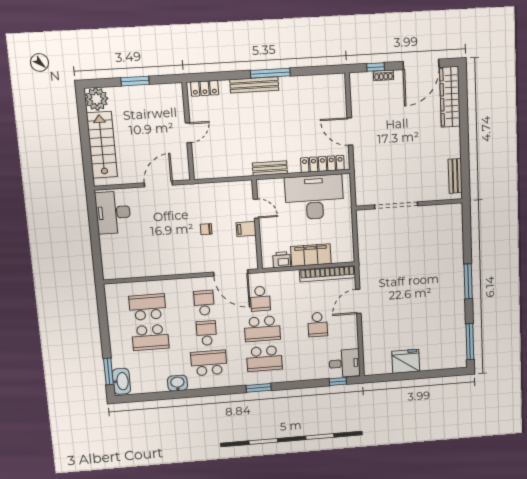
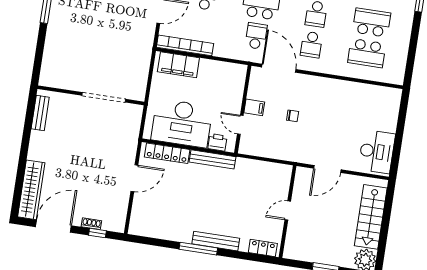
door: (350, 131) -> (134, 178), hinge flipped
bench: (270, 168) -> (212, 159), width x1.36
filing cabinet: (311, 255) -> (178, 65), moved
printer: (282, 260) -> (217, 142), moved, turned 180

